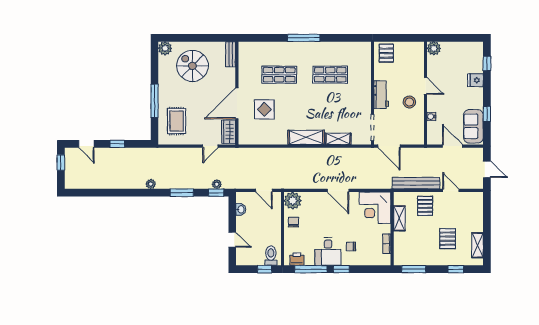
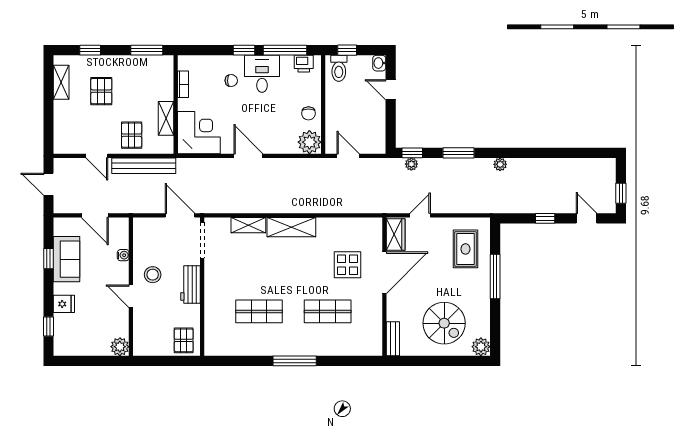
sofa: (473, 126) -> (67, 259), moved
washbasin: (241, 209) -> (379, 63), moved

